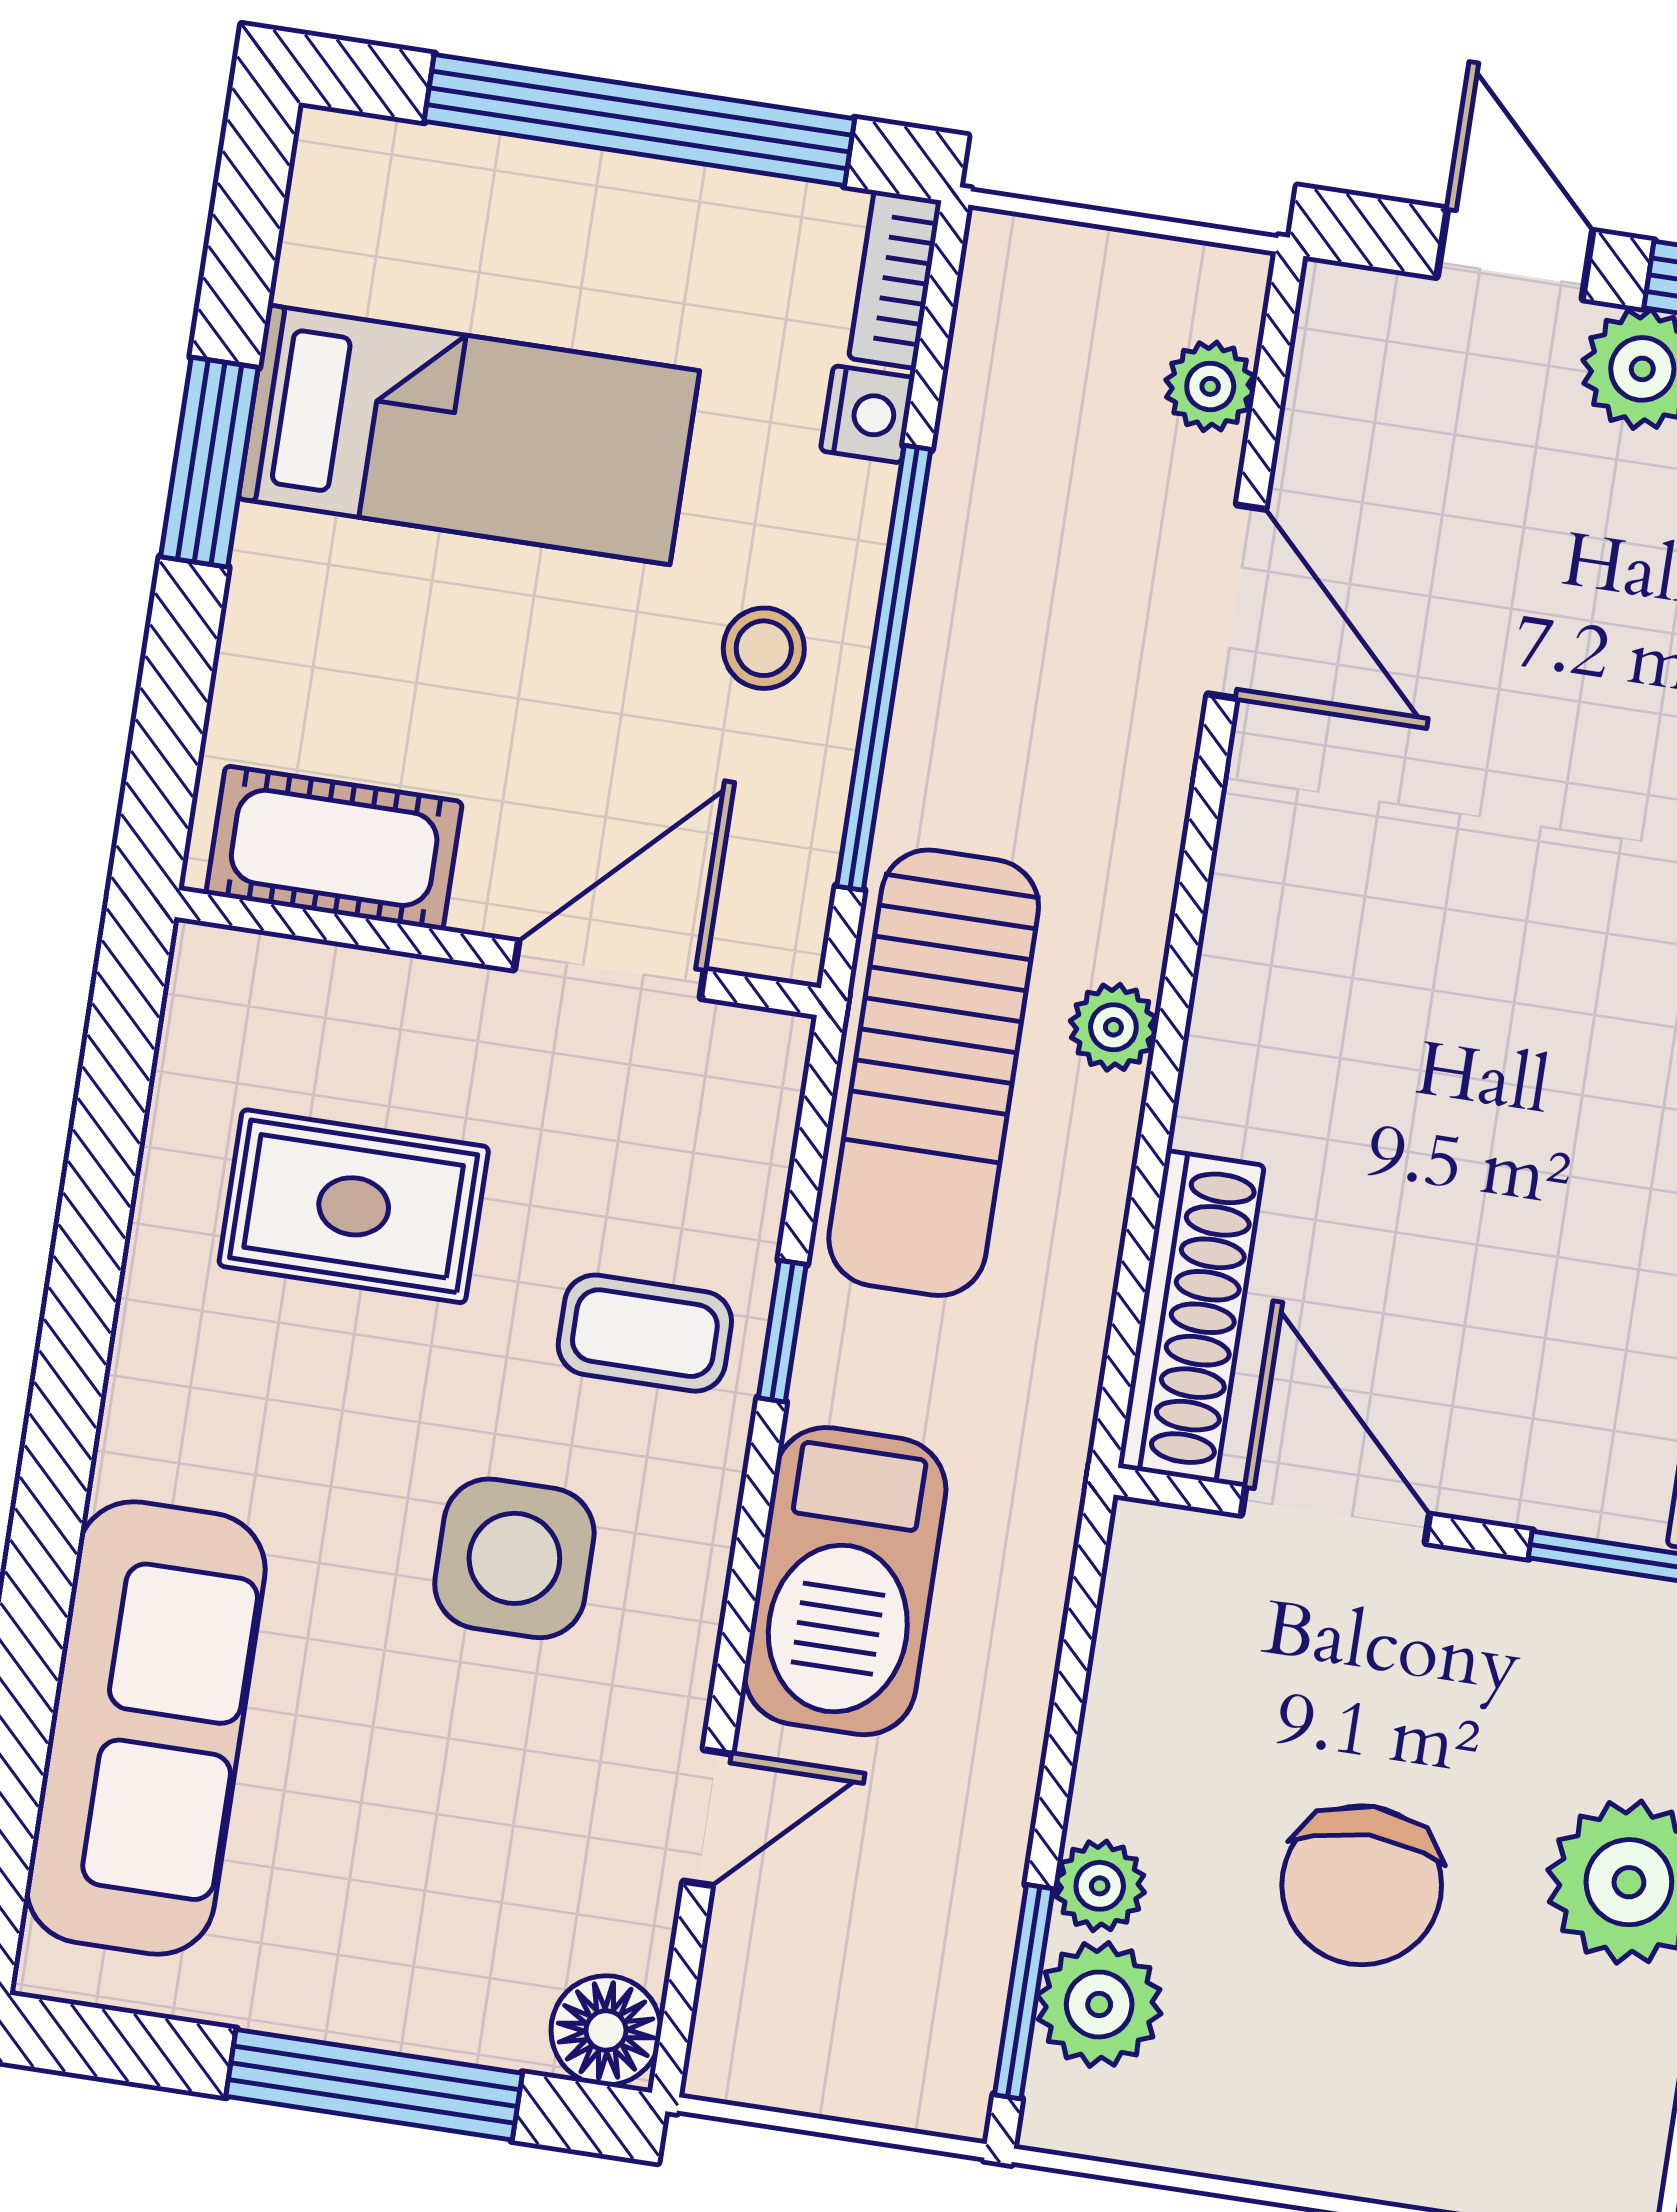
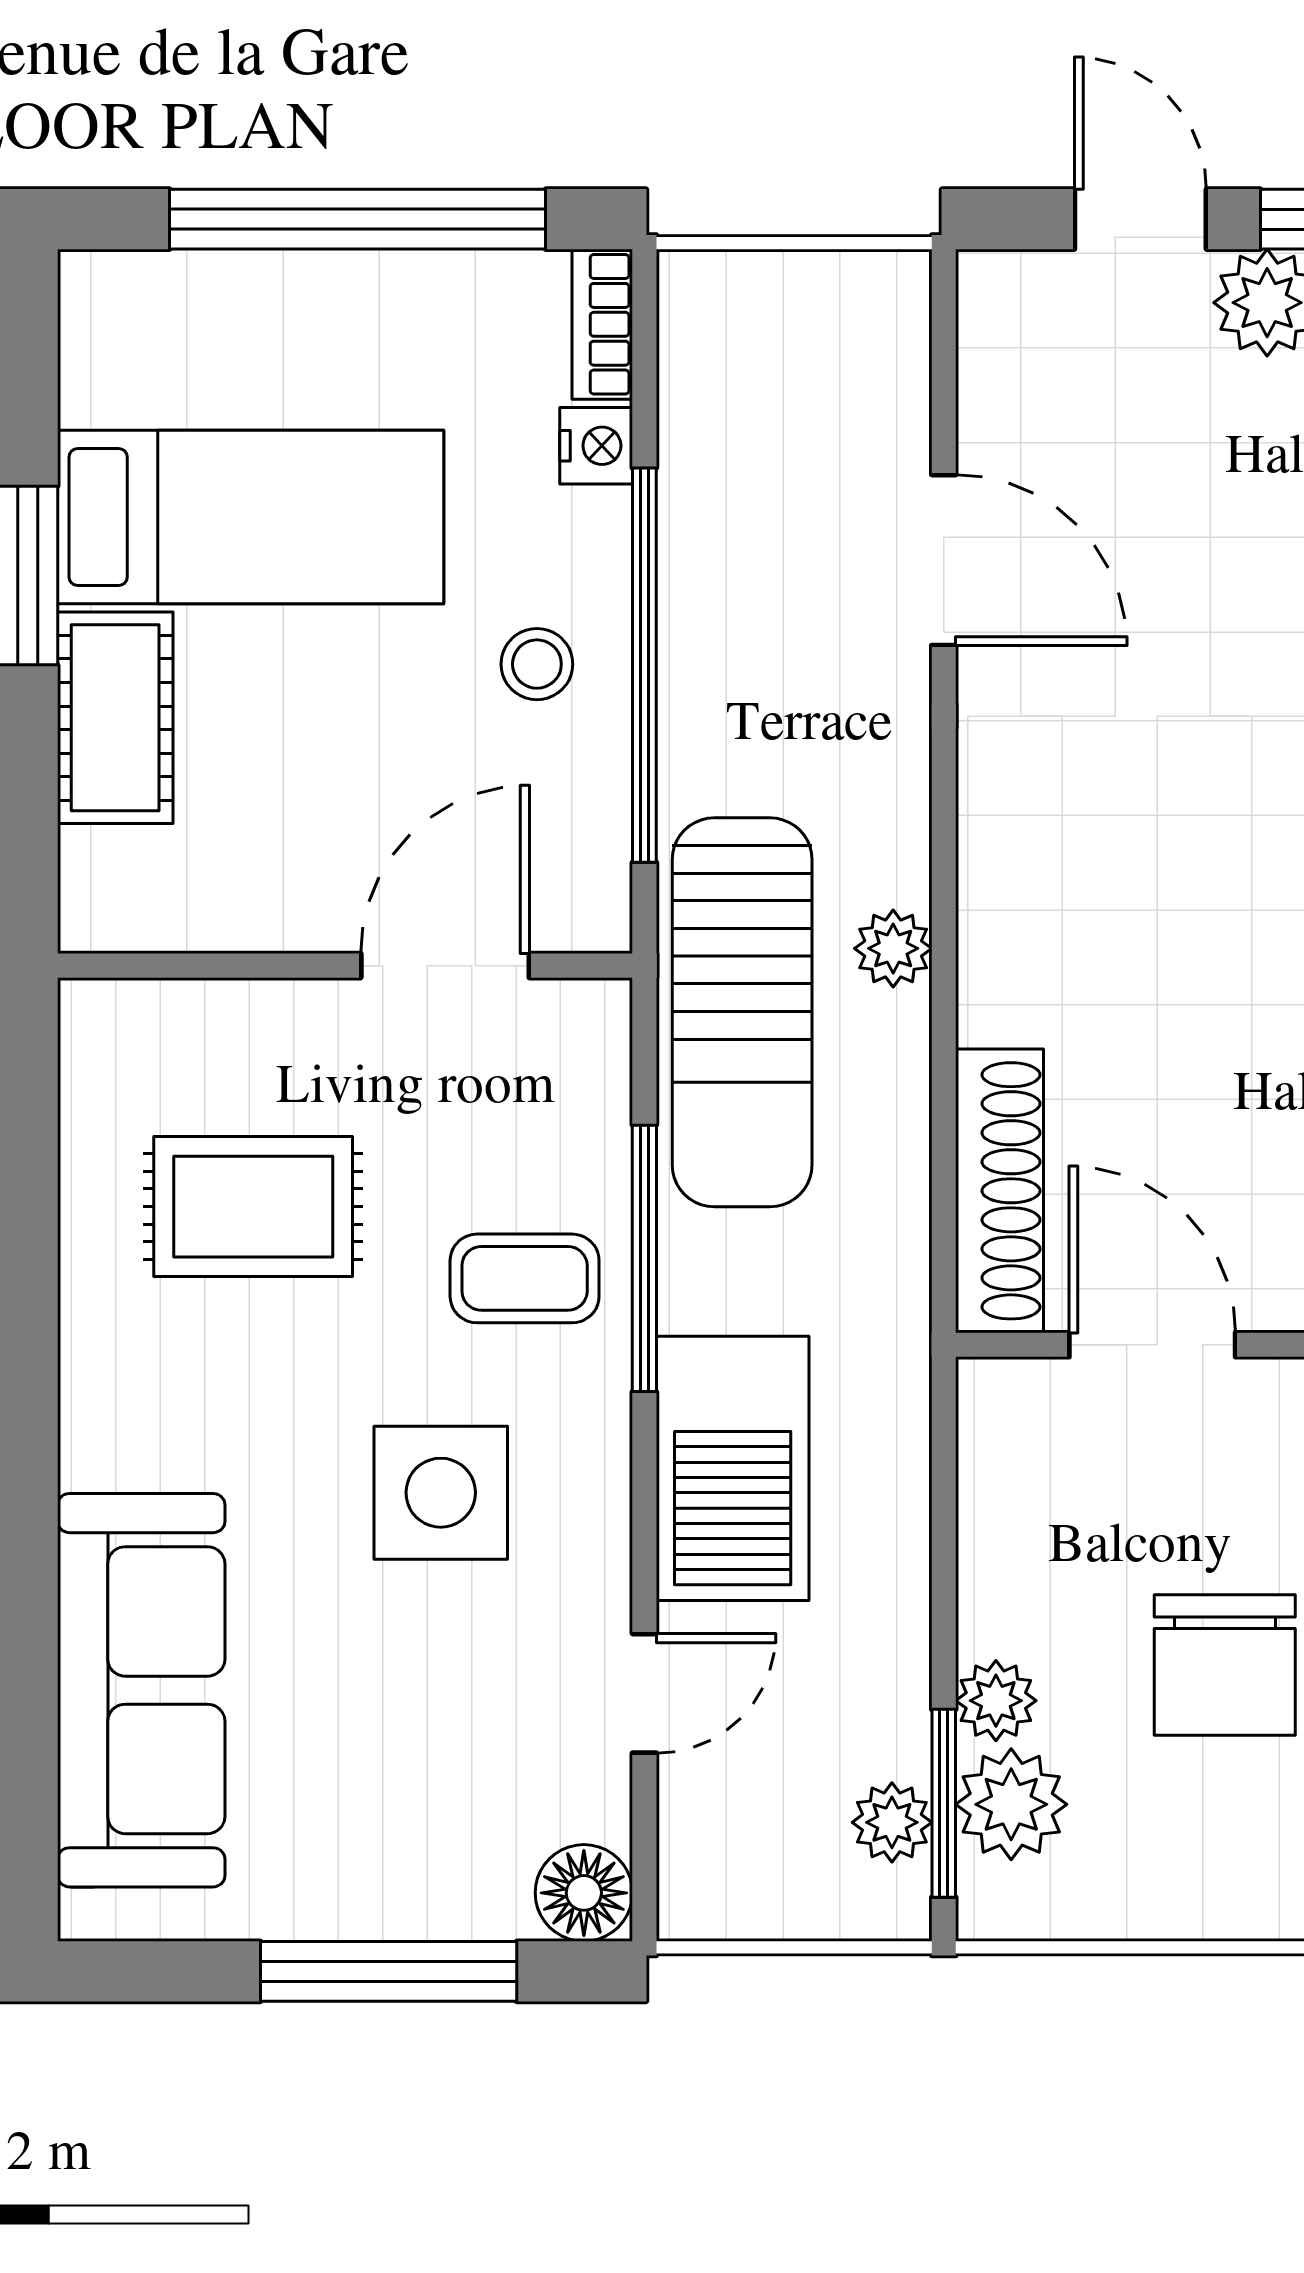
plant: (1210, 386) -> (892, 1822), moved
cot: (334, 848) -> (115, 718), moved, turned 90
window: (782, 1331) -> (644, 1258), width x2.17

